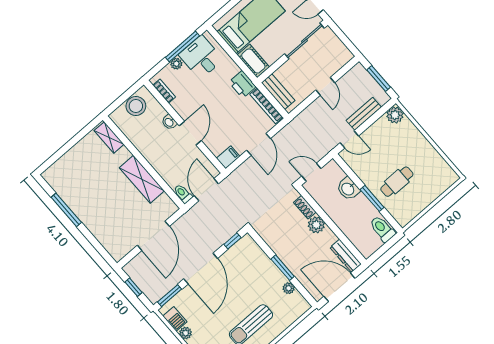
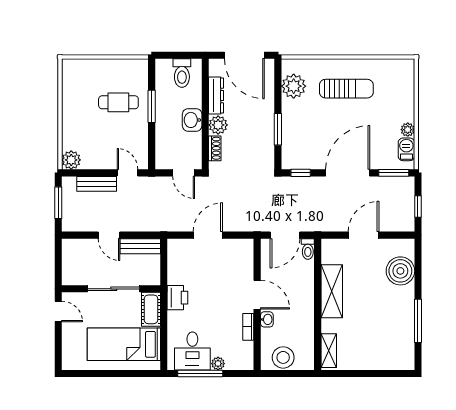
sliding door: (304, 41) -> (114, 289), moved
door: (325, 86) -> (109, 235), swing flipped
bookcase: (164, 91) -> (248, 327), moved
bench: (278, 92) -> (140, 246), moved, turned 90
bookcase: (266, 106) -> (173, 262), removed
door: (190, 133) -> (257, 295), swing flipped
filing cabinet: (228, 157) -> (243, 247), removed
washbasin: (348, 189) -> (192, 120), moved, turned 180
toilet: (382, 229) -> (182, 73), moved
boiler: (107, 233) -> (400, 271), added
door: (153, 236) -> (364, 235), width x0.73
dresser: (346, 256) -> (216, 96), moved
window: (283, 268) -> (278, 129), moved
plant: (289, 288) -> (294, 86), width x1.87, depth x1.87

